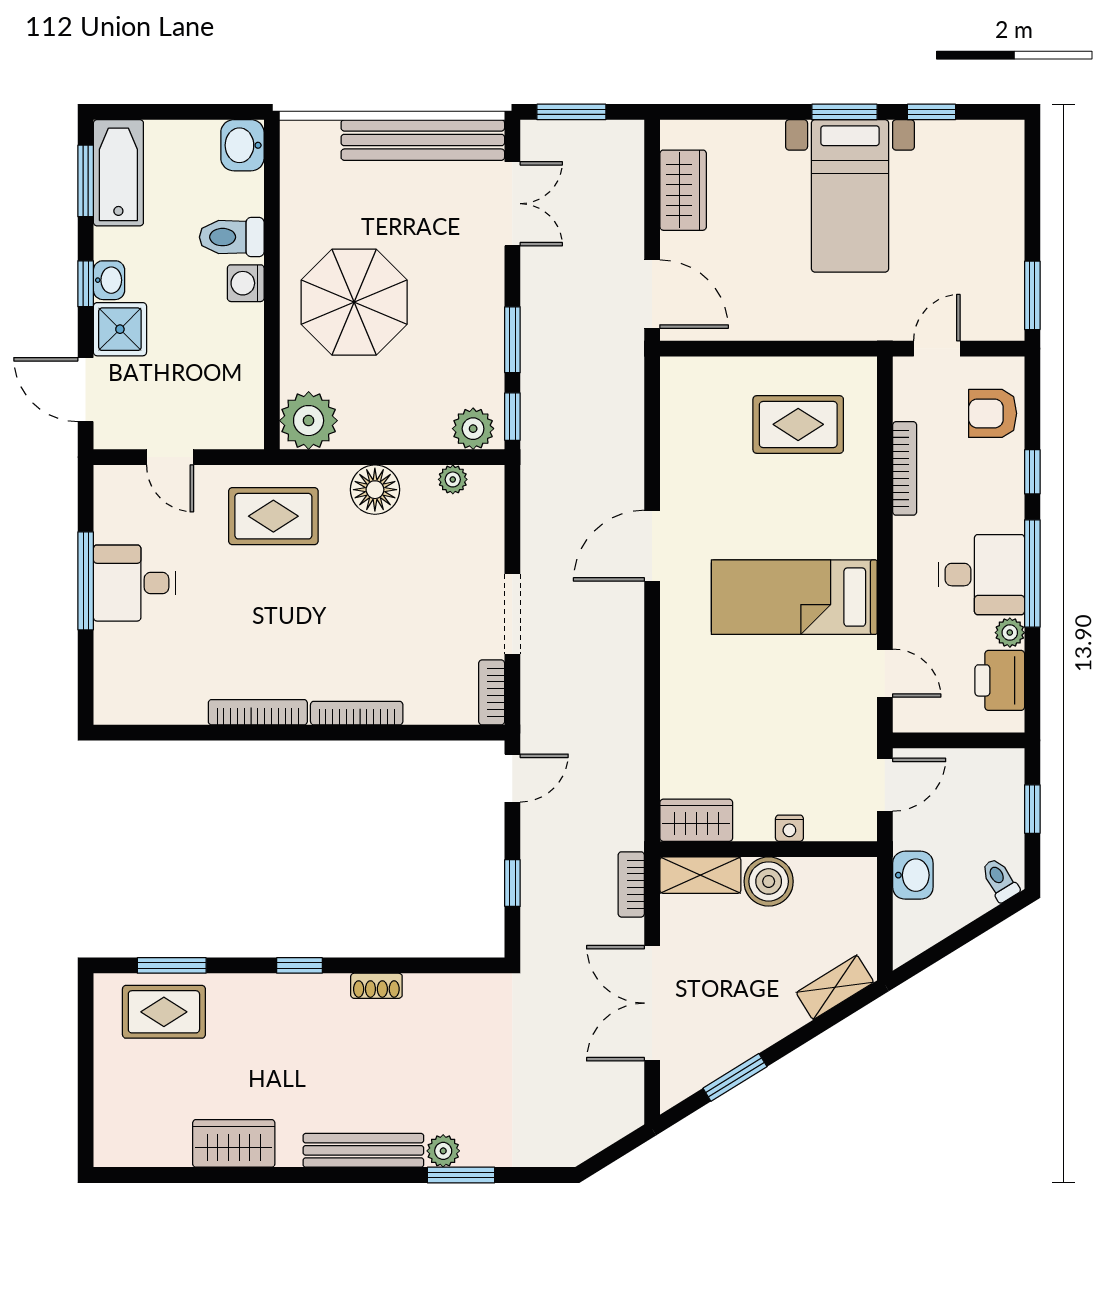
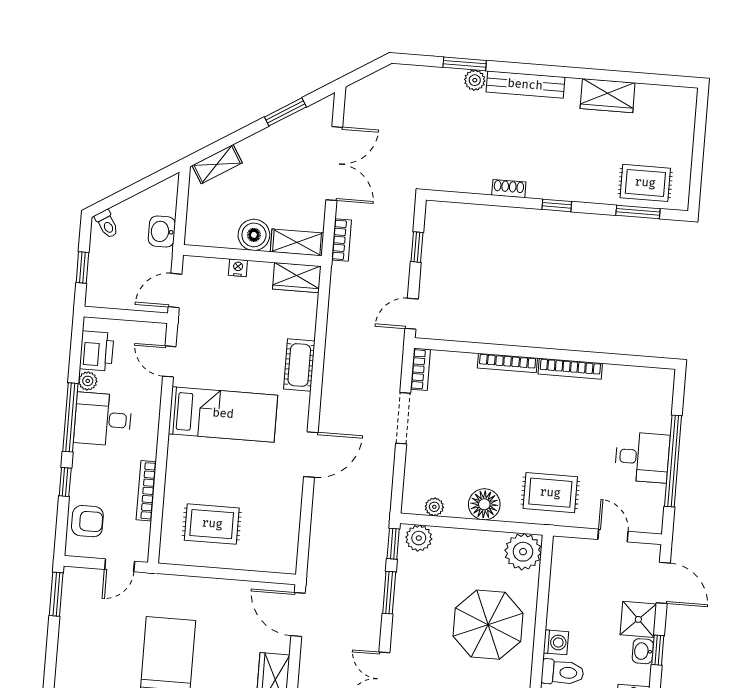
window: (86, 581) -> (673, 461), width x1.46
cot: (681, 684) -> (299, 365), added

